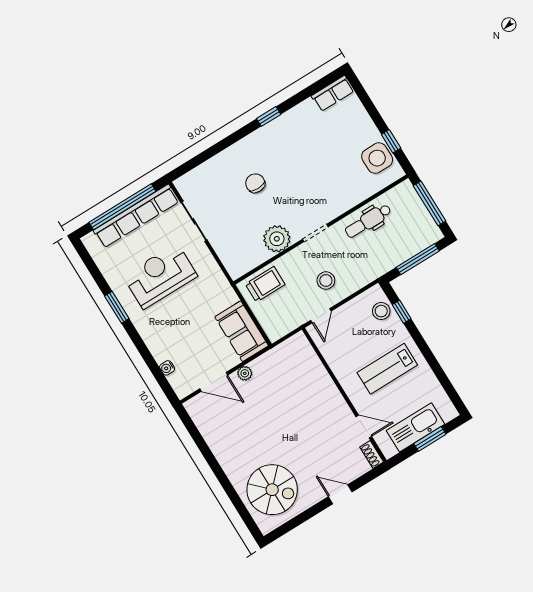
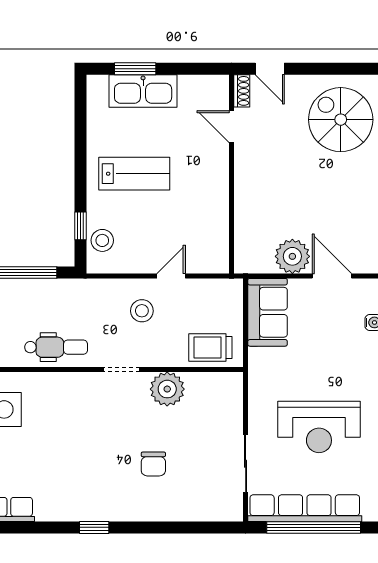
plant: (245, 373) -> (292, 256), width x1.88, depth x1.88
wall: (344, 395) -> (231, 174), moved
door: (364, 427) -> (231, 127), moved
shoe rack: (372, 455) -> (242, 91), moved

